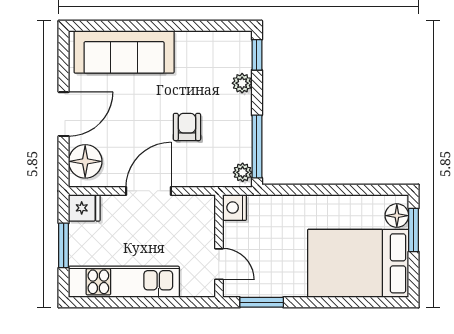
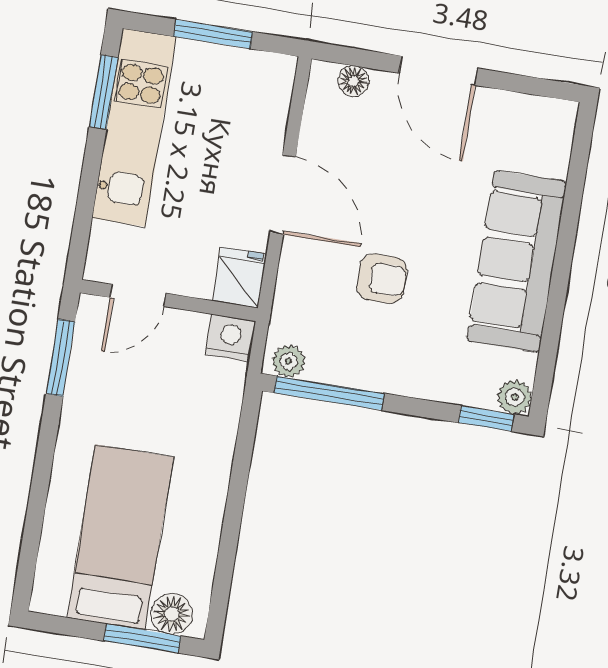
sofa: (124, 52) -> (517, 261), moved
plant: (242, 83) -> (515, 397), moved
floor lamp: (85, 161) -> (353, 81), width x0.53, depth x0.53
fridge: (84, 208) -> (240, 278), moved, turned 180
bed: (358, 263) -> (120, 537), width x0.67
window: (107, 302) -> (104, 92), added

